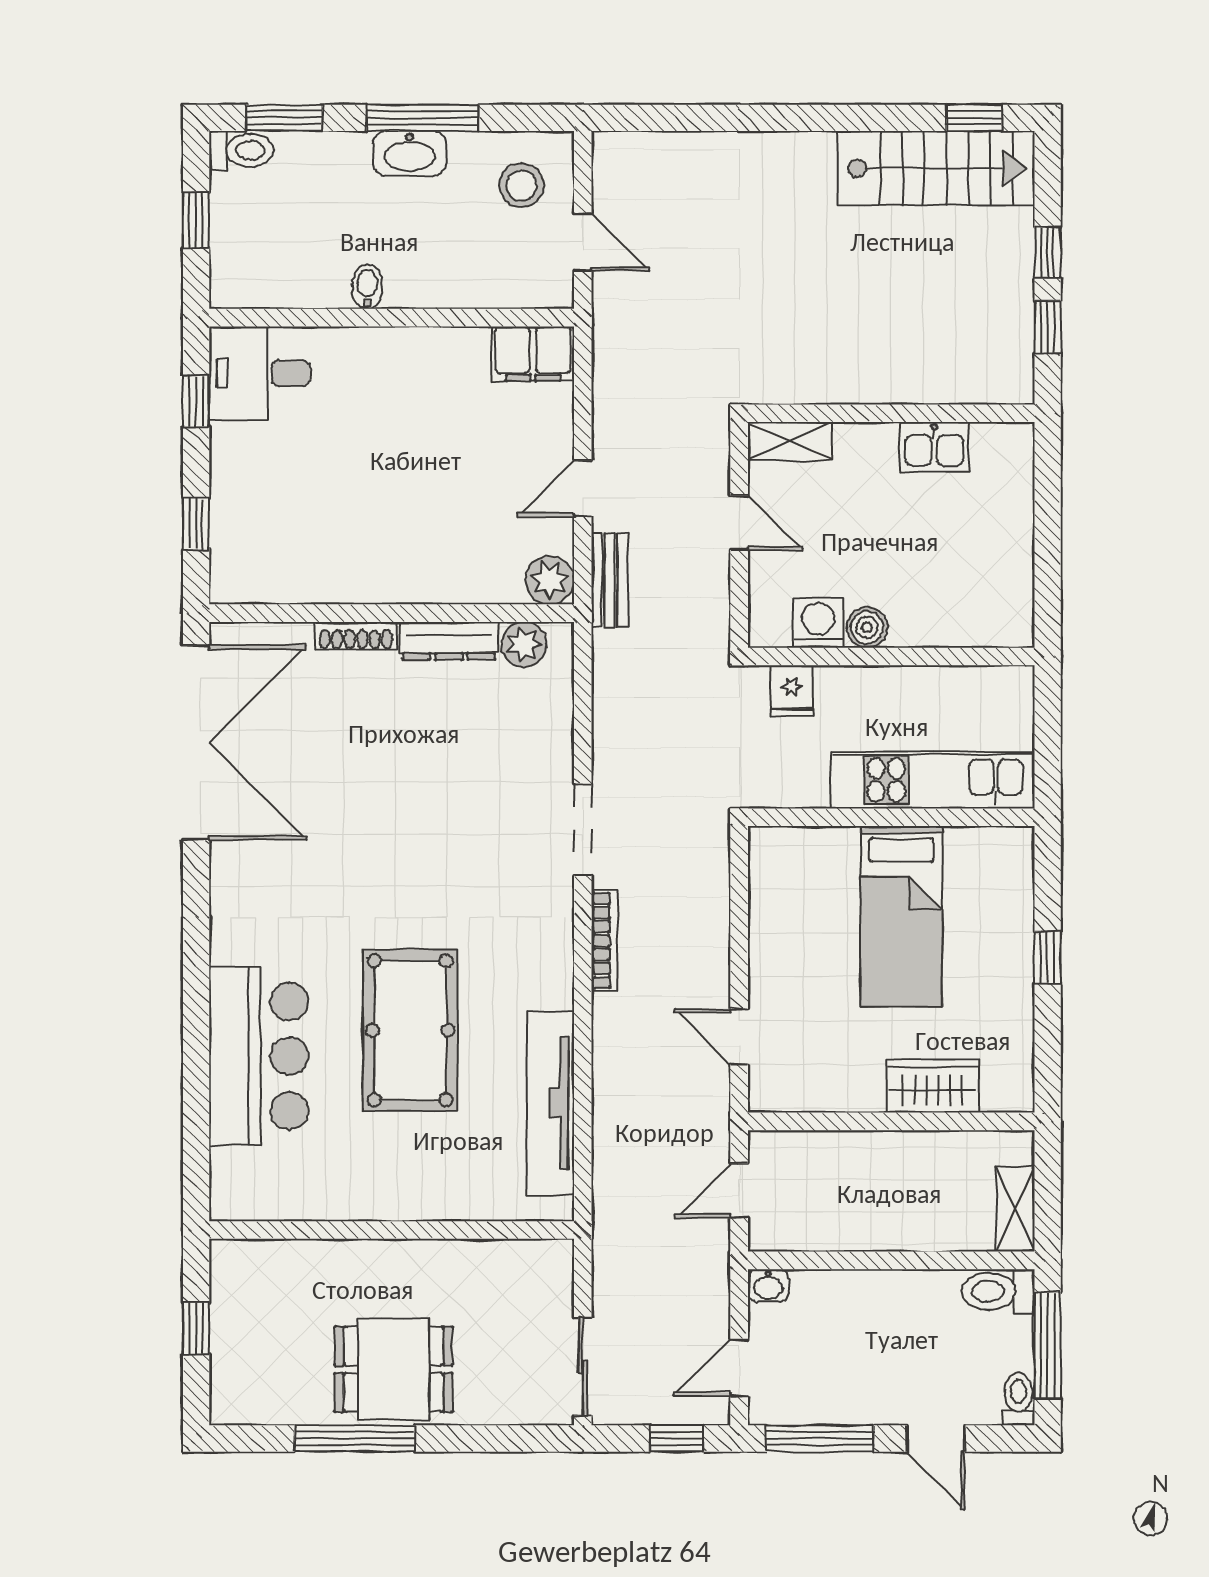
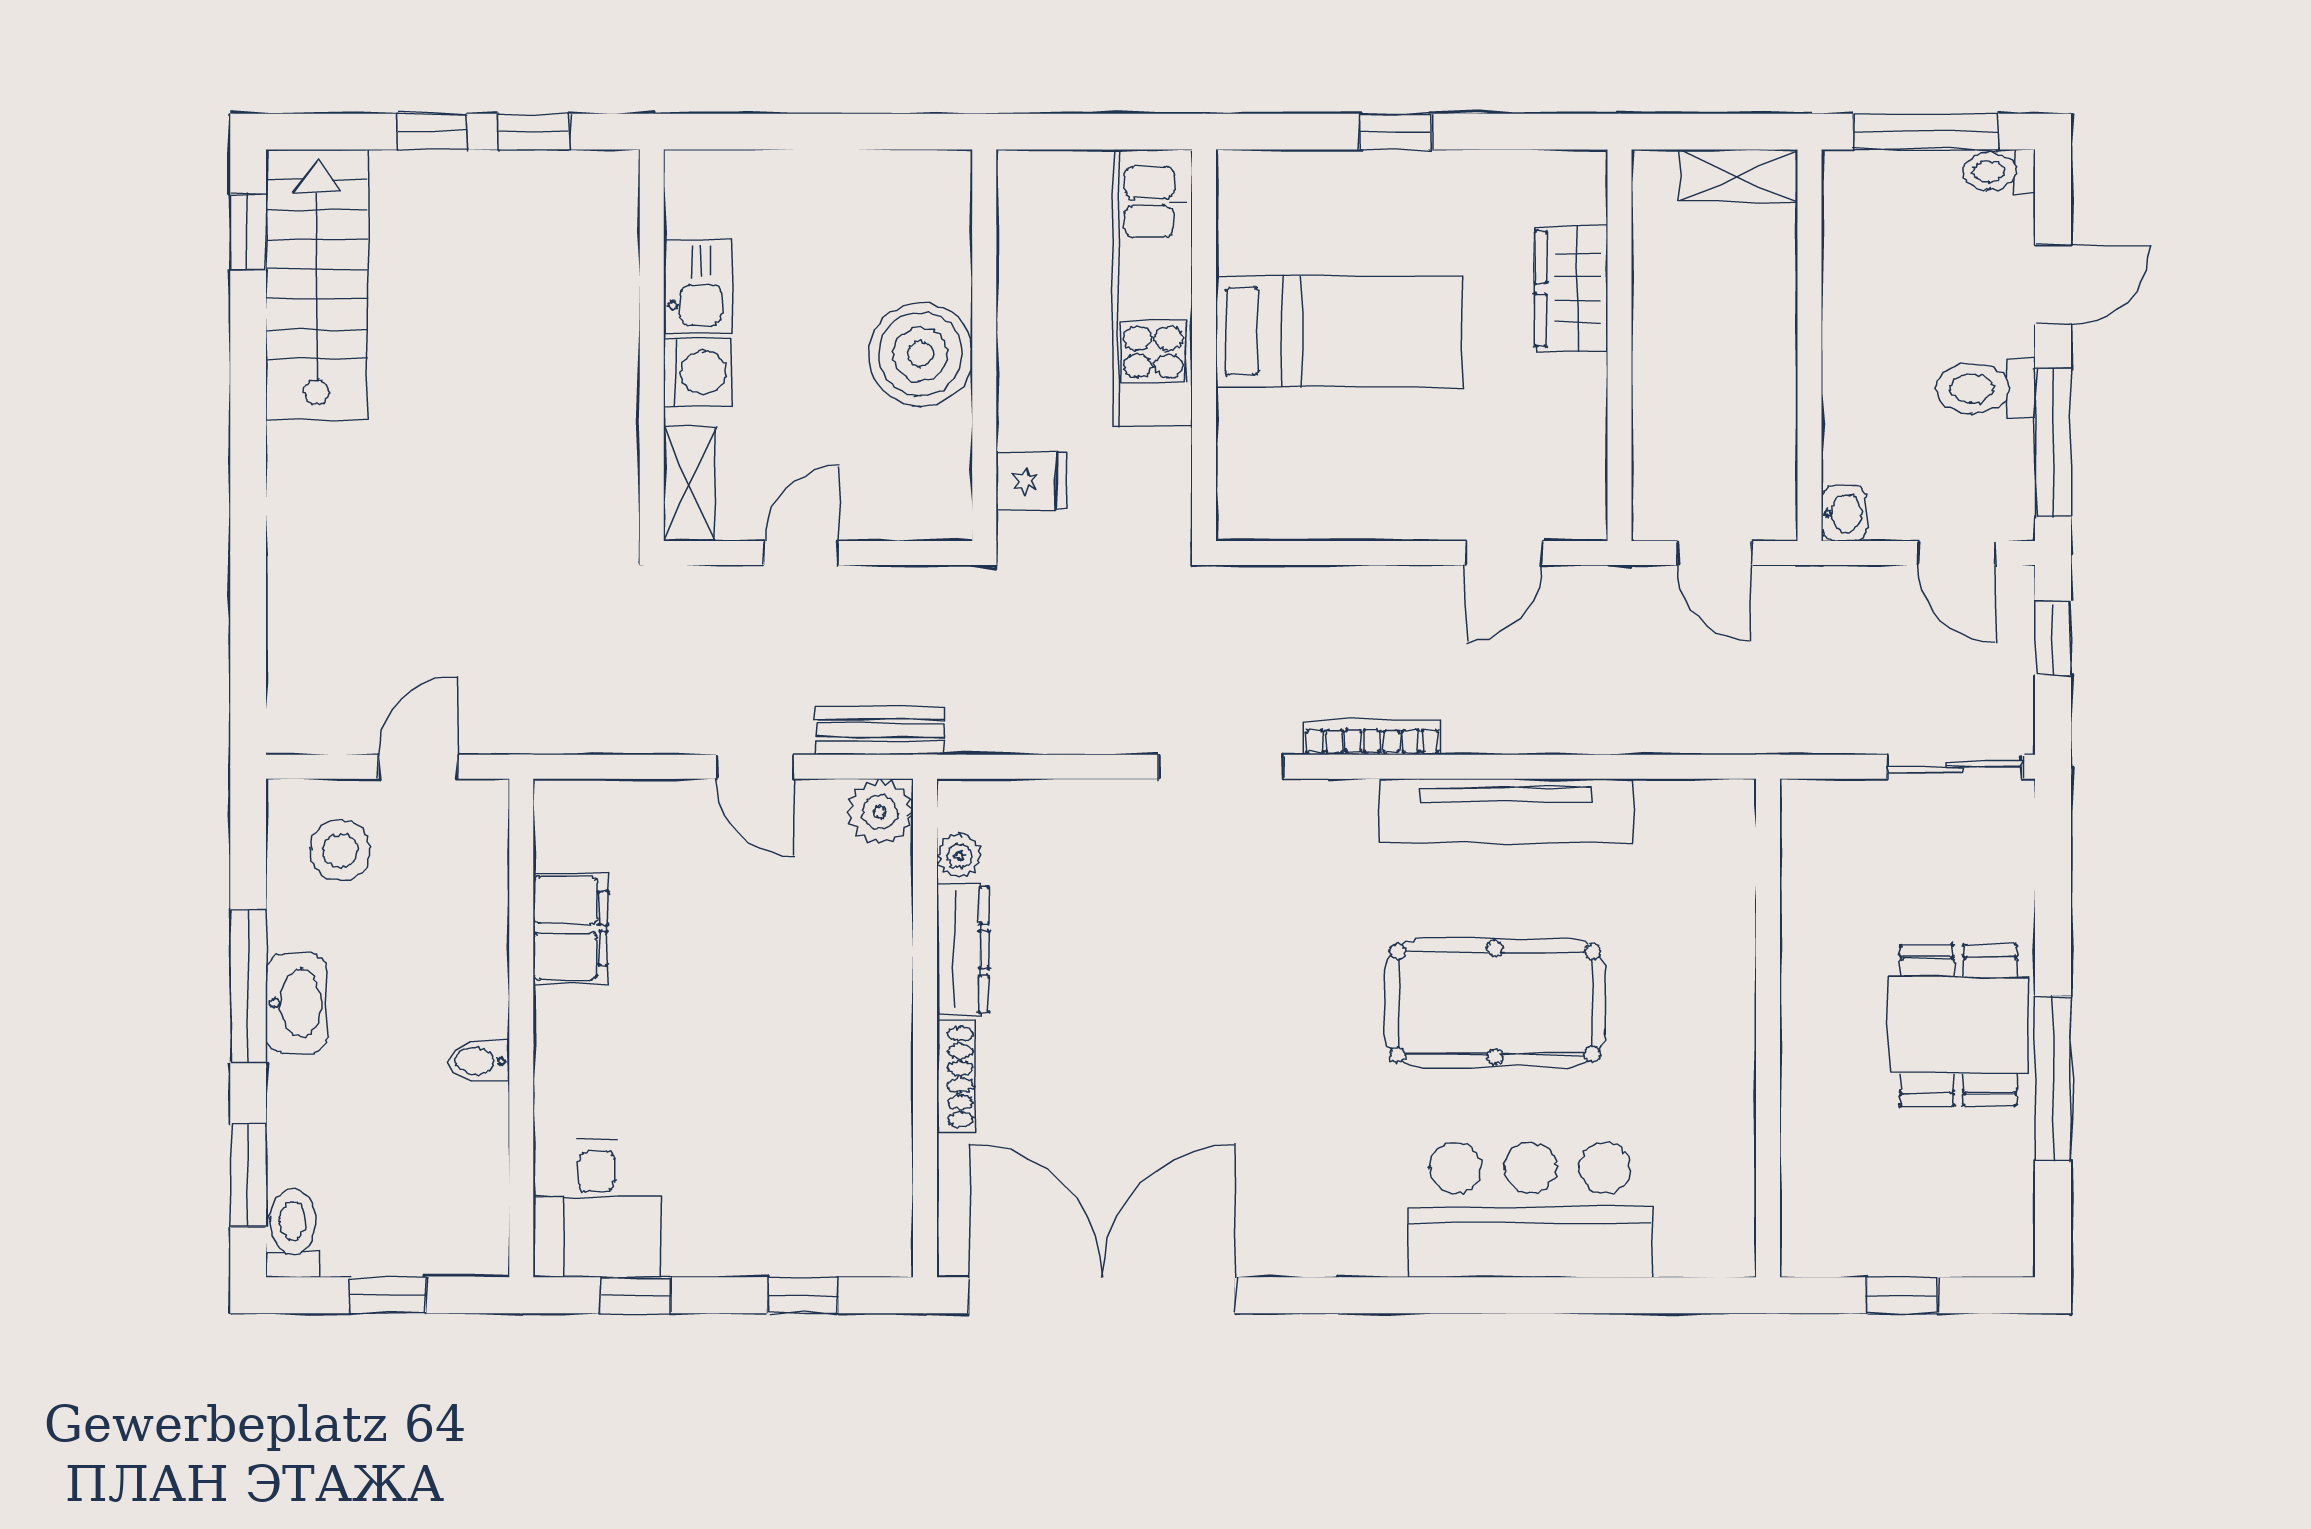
filing cabinet: (533, 354) -> (570, 928), moved
washing machine: (818, 623) -> (698, 372), moved, turned 180
boiler: (867, 627) -> (920, 354), width x1.86, depth x1.86
plant: (524, 644) -> (959, 856), width x0.73, depth x0.73
tv unit: (550, 1103) -> (1506, 811), moved
toilet: (998, 1291) -> (1986, 388), moved, turned 90

